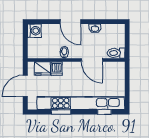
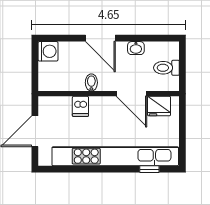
toilet: (116, 53) -> (166, 68), moved
fridge: (42, 69) -> (159, 106), moved
window: (61, 112) -> (87, 169), removed

